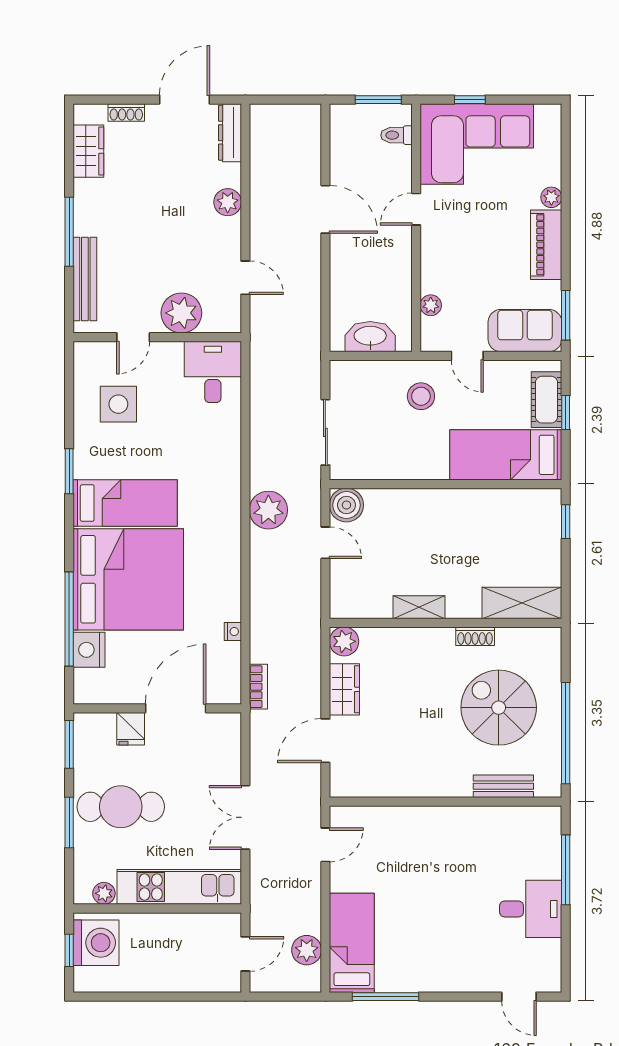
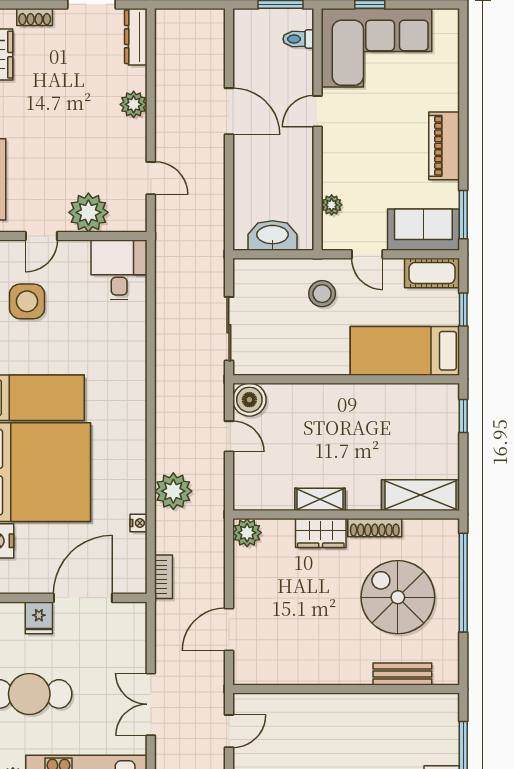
plant: (551, 197) -> (449, 100), removed
cot: (547, 400) -> (432, 273), moved, turned 90
plant: (268, 510) -> (173, 491), moved
shoe rack: (475, 636) -> (375, 528), width x1.43
wardrobe: (344, 689) -> (321, 533), moved, turned 90
window: (566, 733) -> (463, 583), moved

